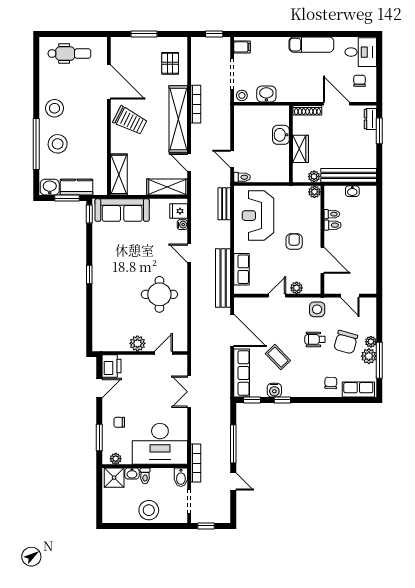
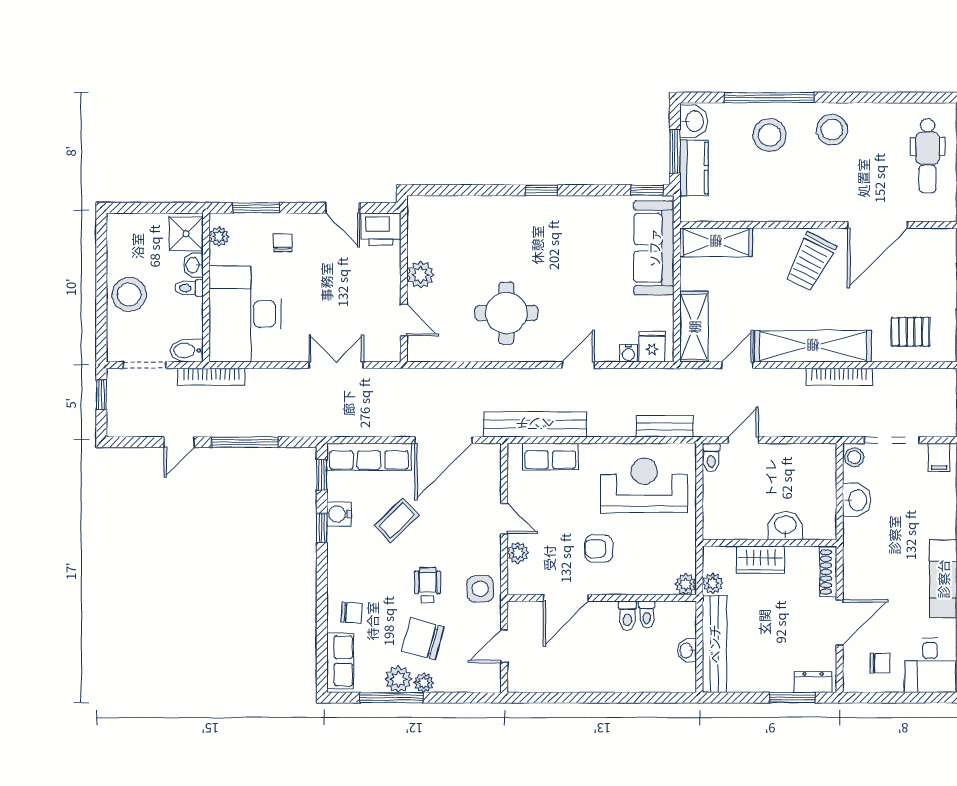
armchair: (294, 242) -> (599, 549), turned 180

